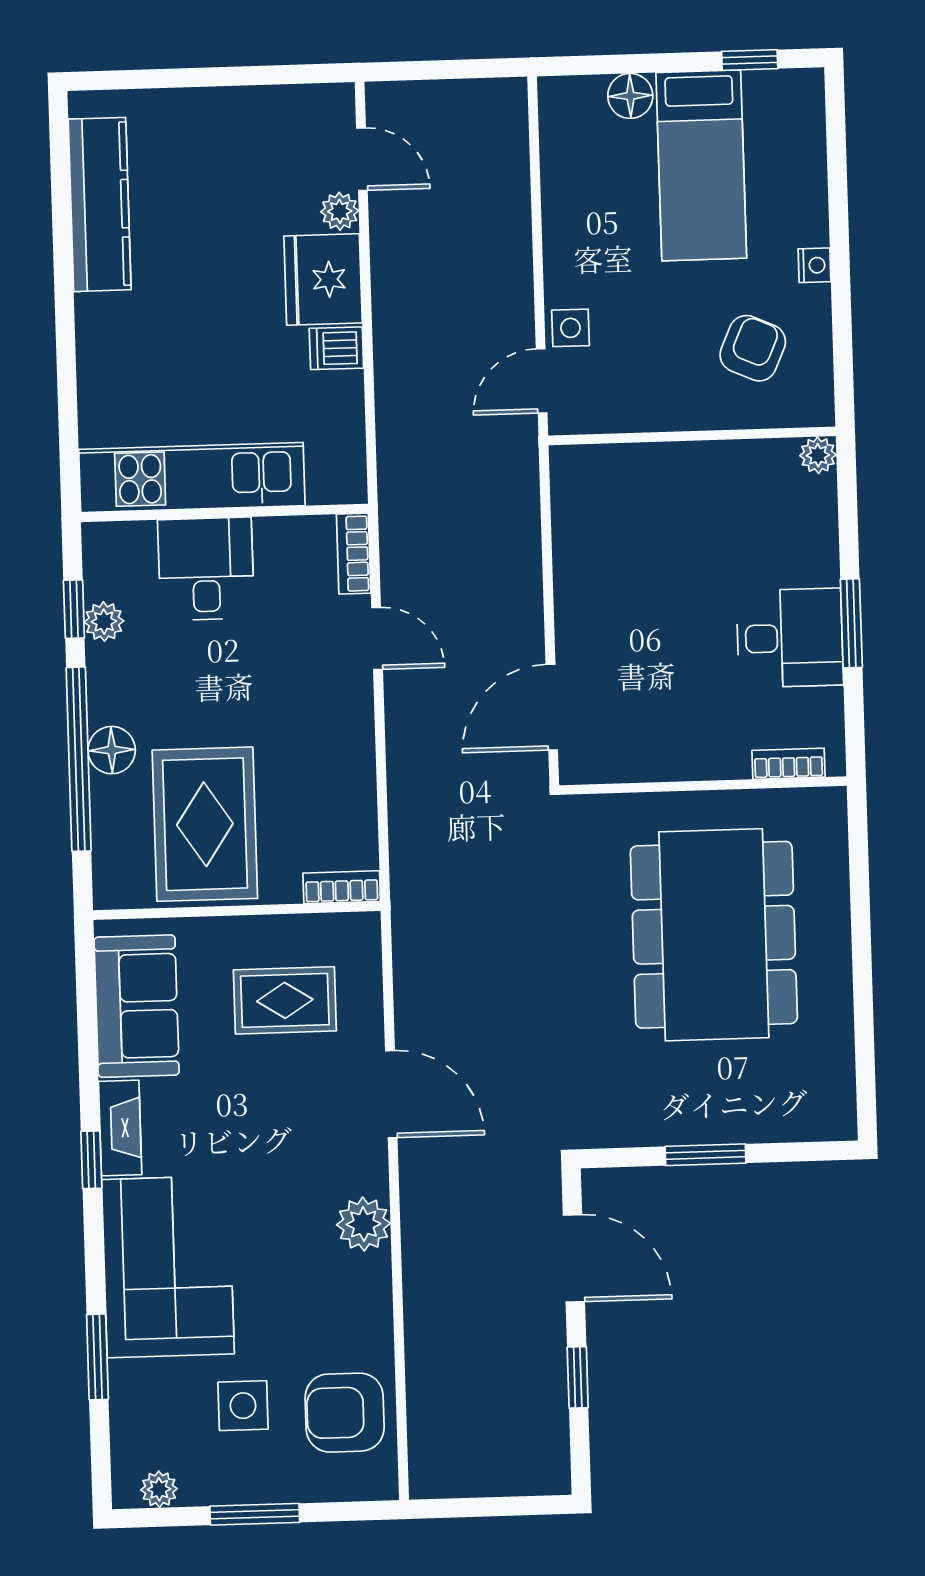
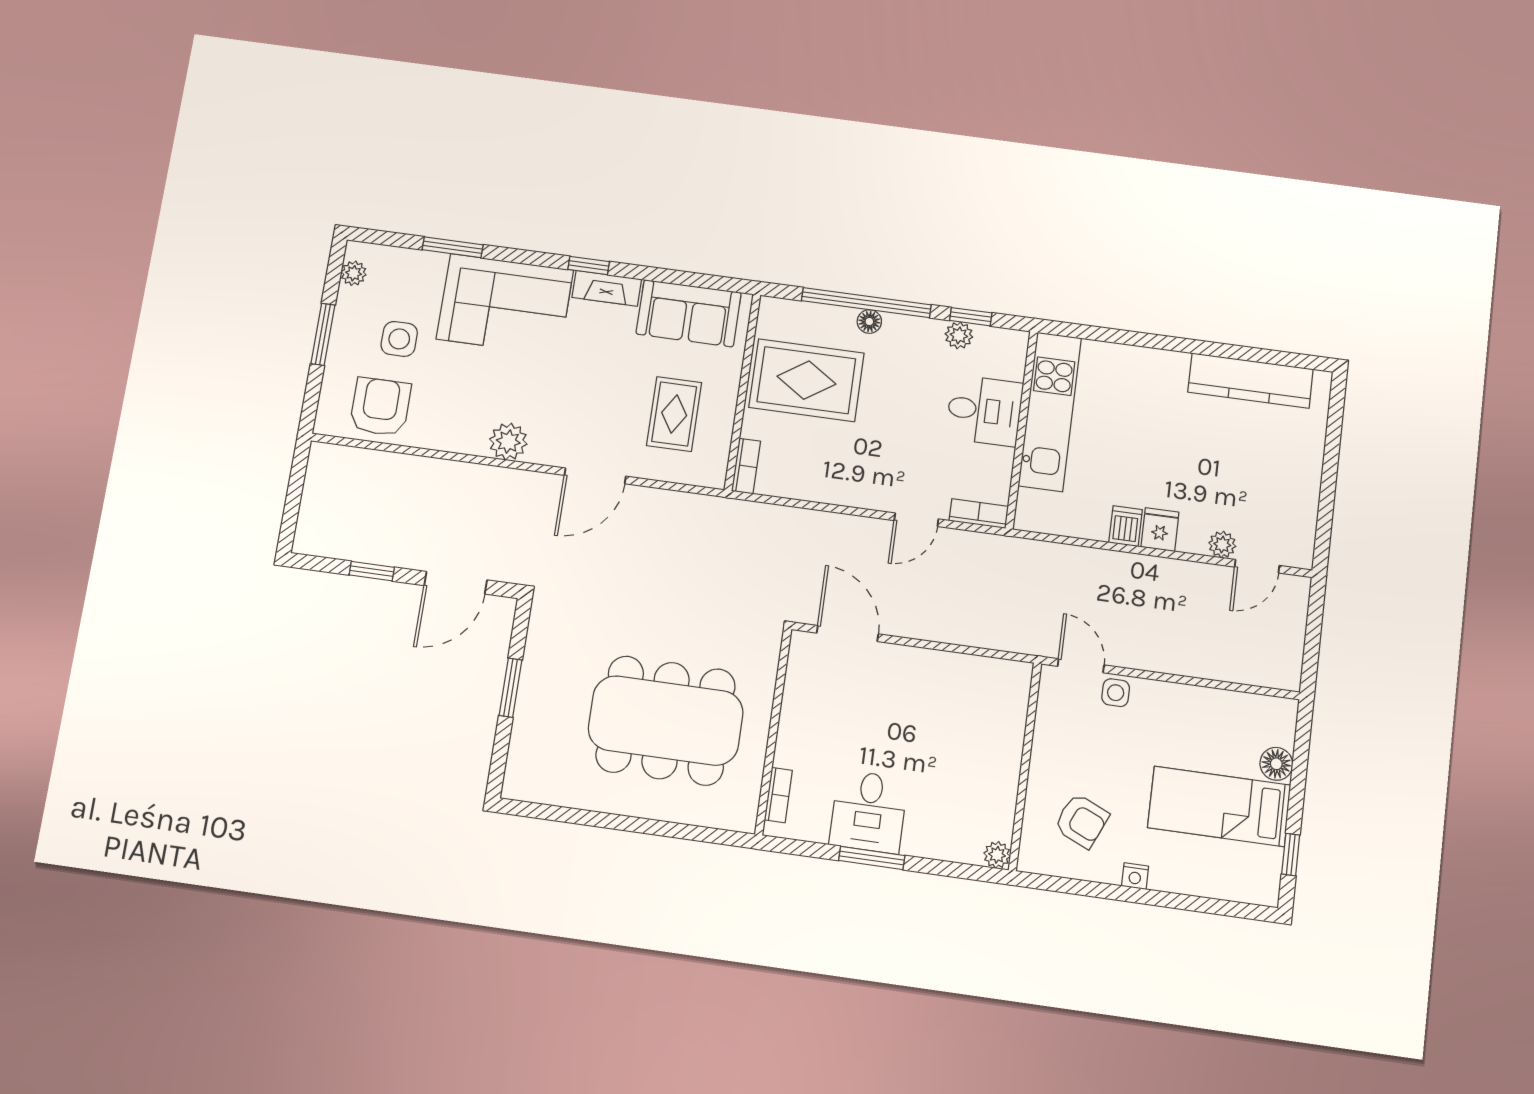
fridge: (323, 279) -> (1160, 530), width x0.53, depth x0.75
floor lamp: (112, 750) -> (869, 322), width x0.73, depth x0.73

